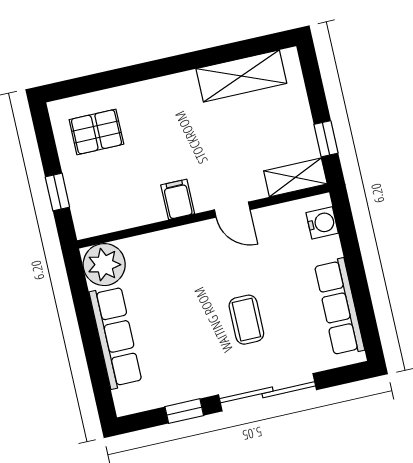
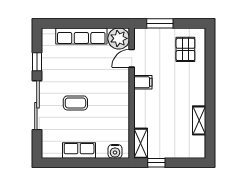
shelving: (241, 76) -> (199, 120), width x0.67, depth x0.75
window: (57, 192) -> (160, 23), width x1.50
door: (232, 210) -> (132, 58), moved
row of seats: (339, 307) -> (79, 150), width x0.68

